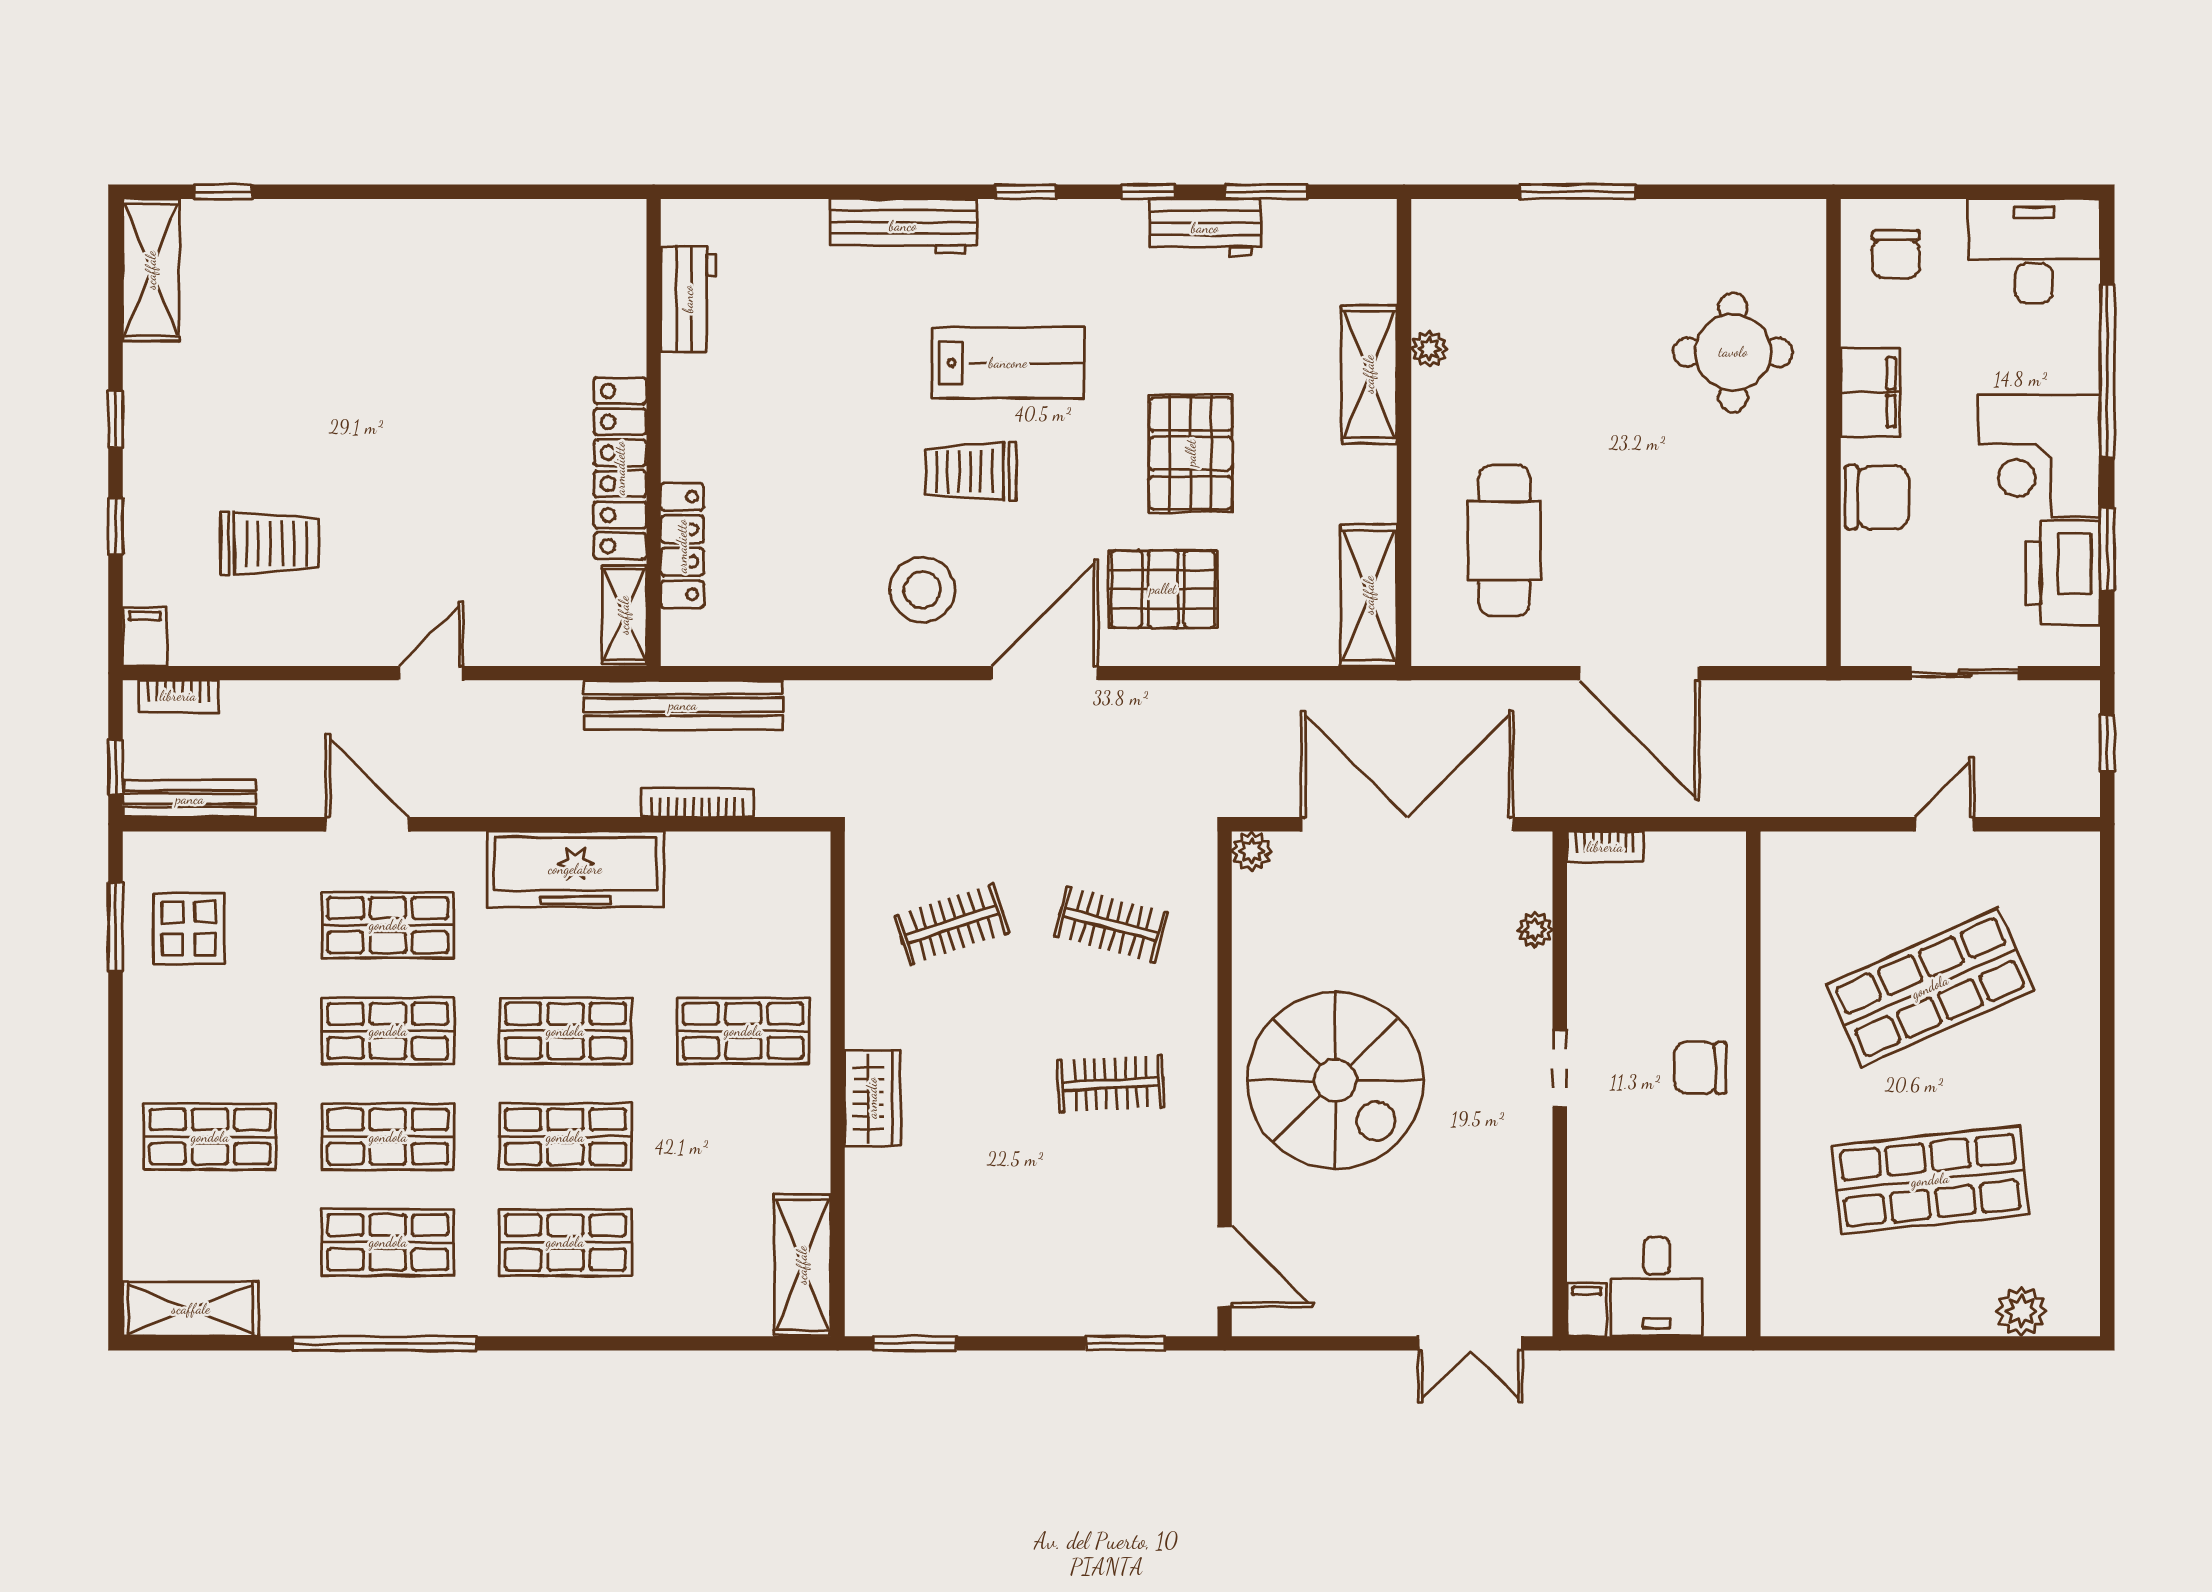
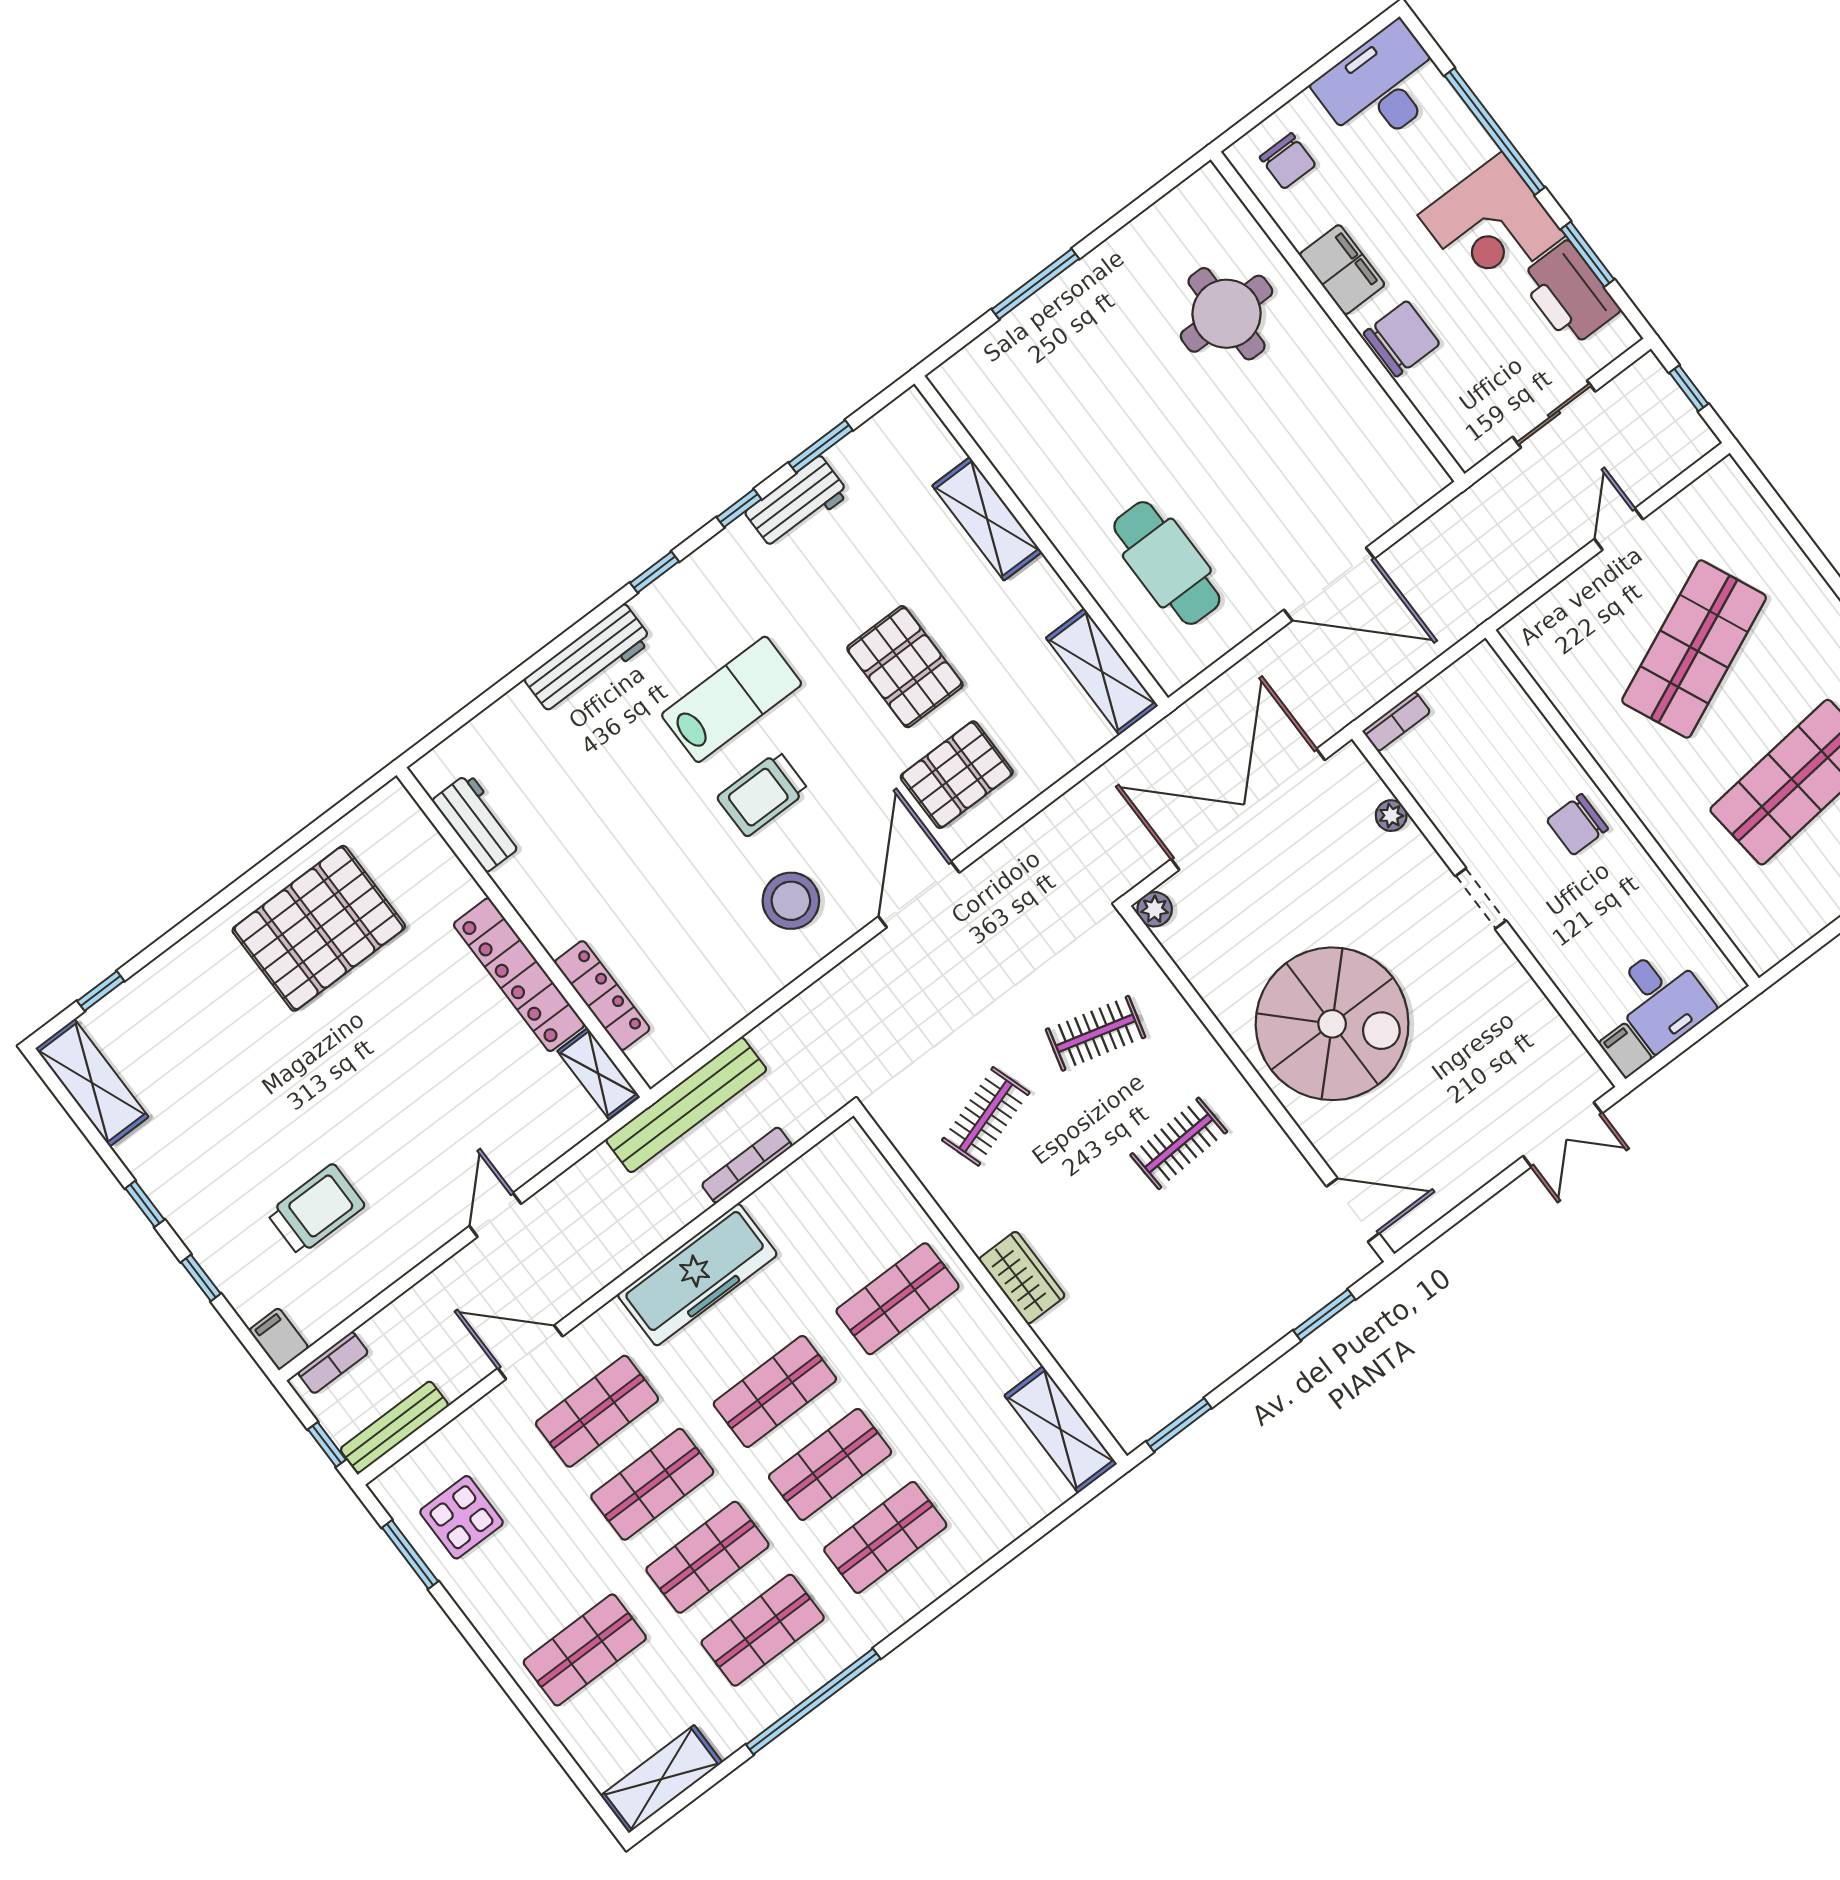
pallet: (468, 286) -> (319, 928), added
plant: (1429, 349) -> (1015, 470), removed

